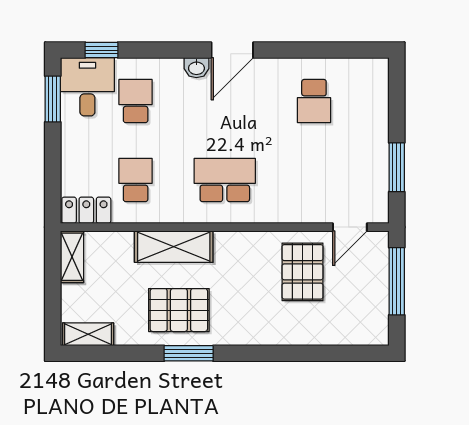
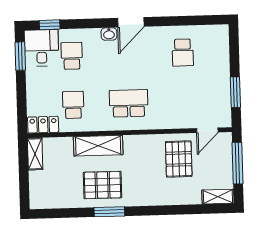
shelving: (88, 334) -> (218, 197), moved

